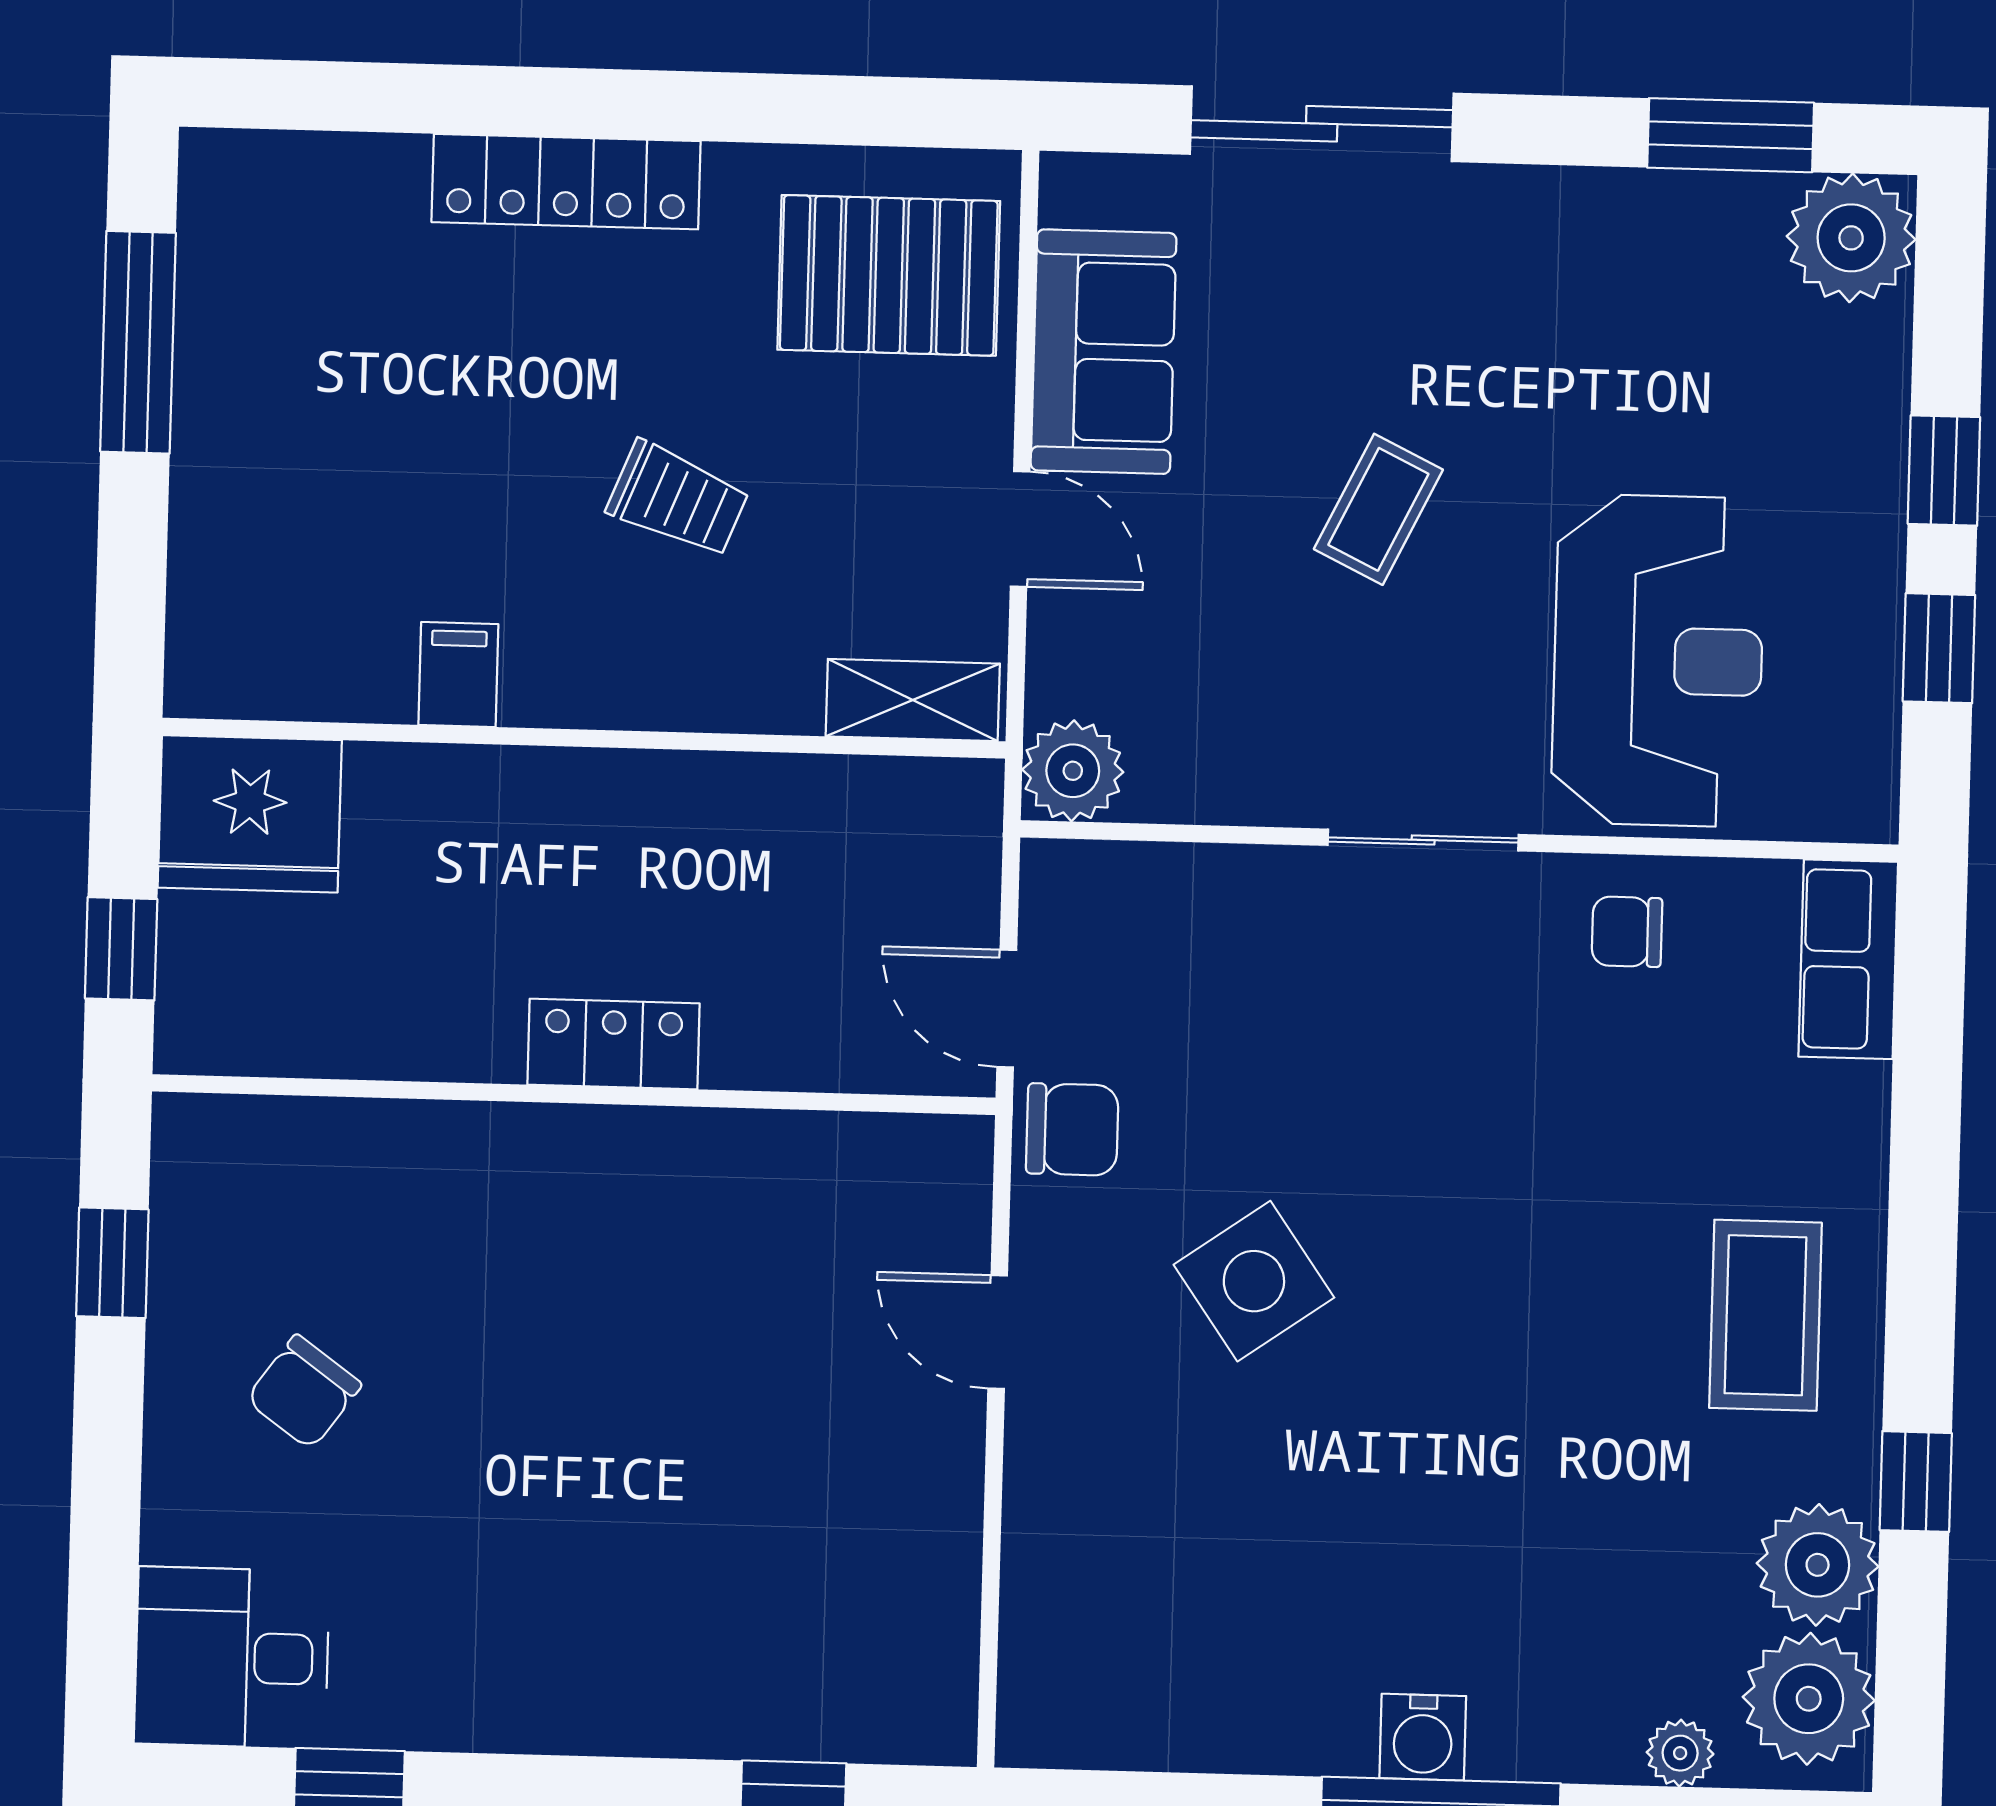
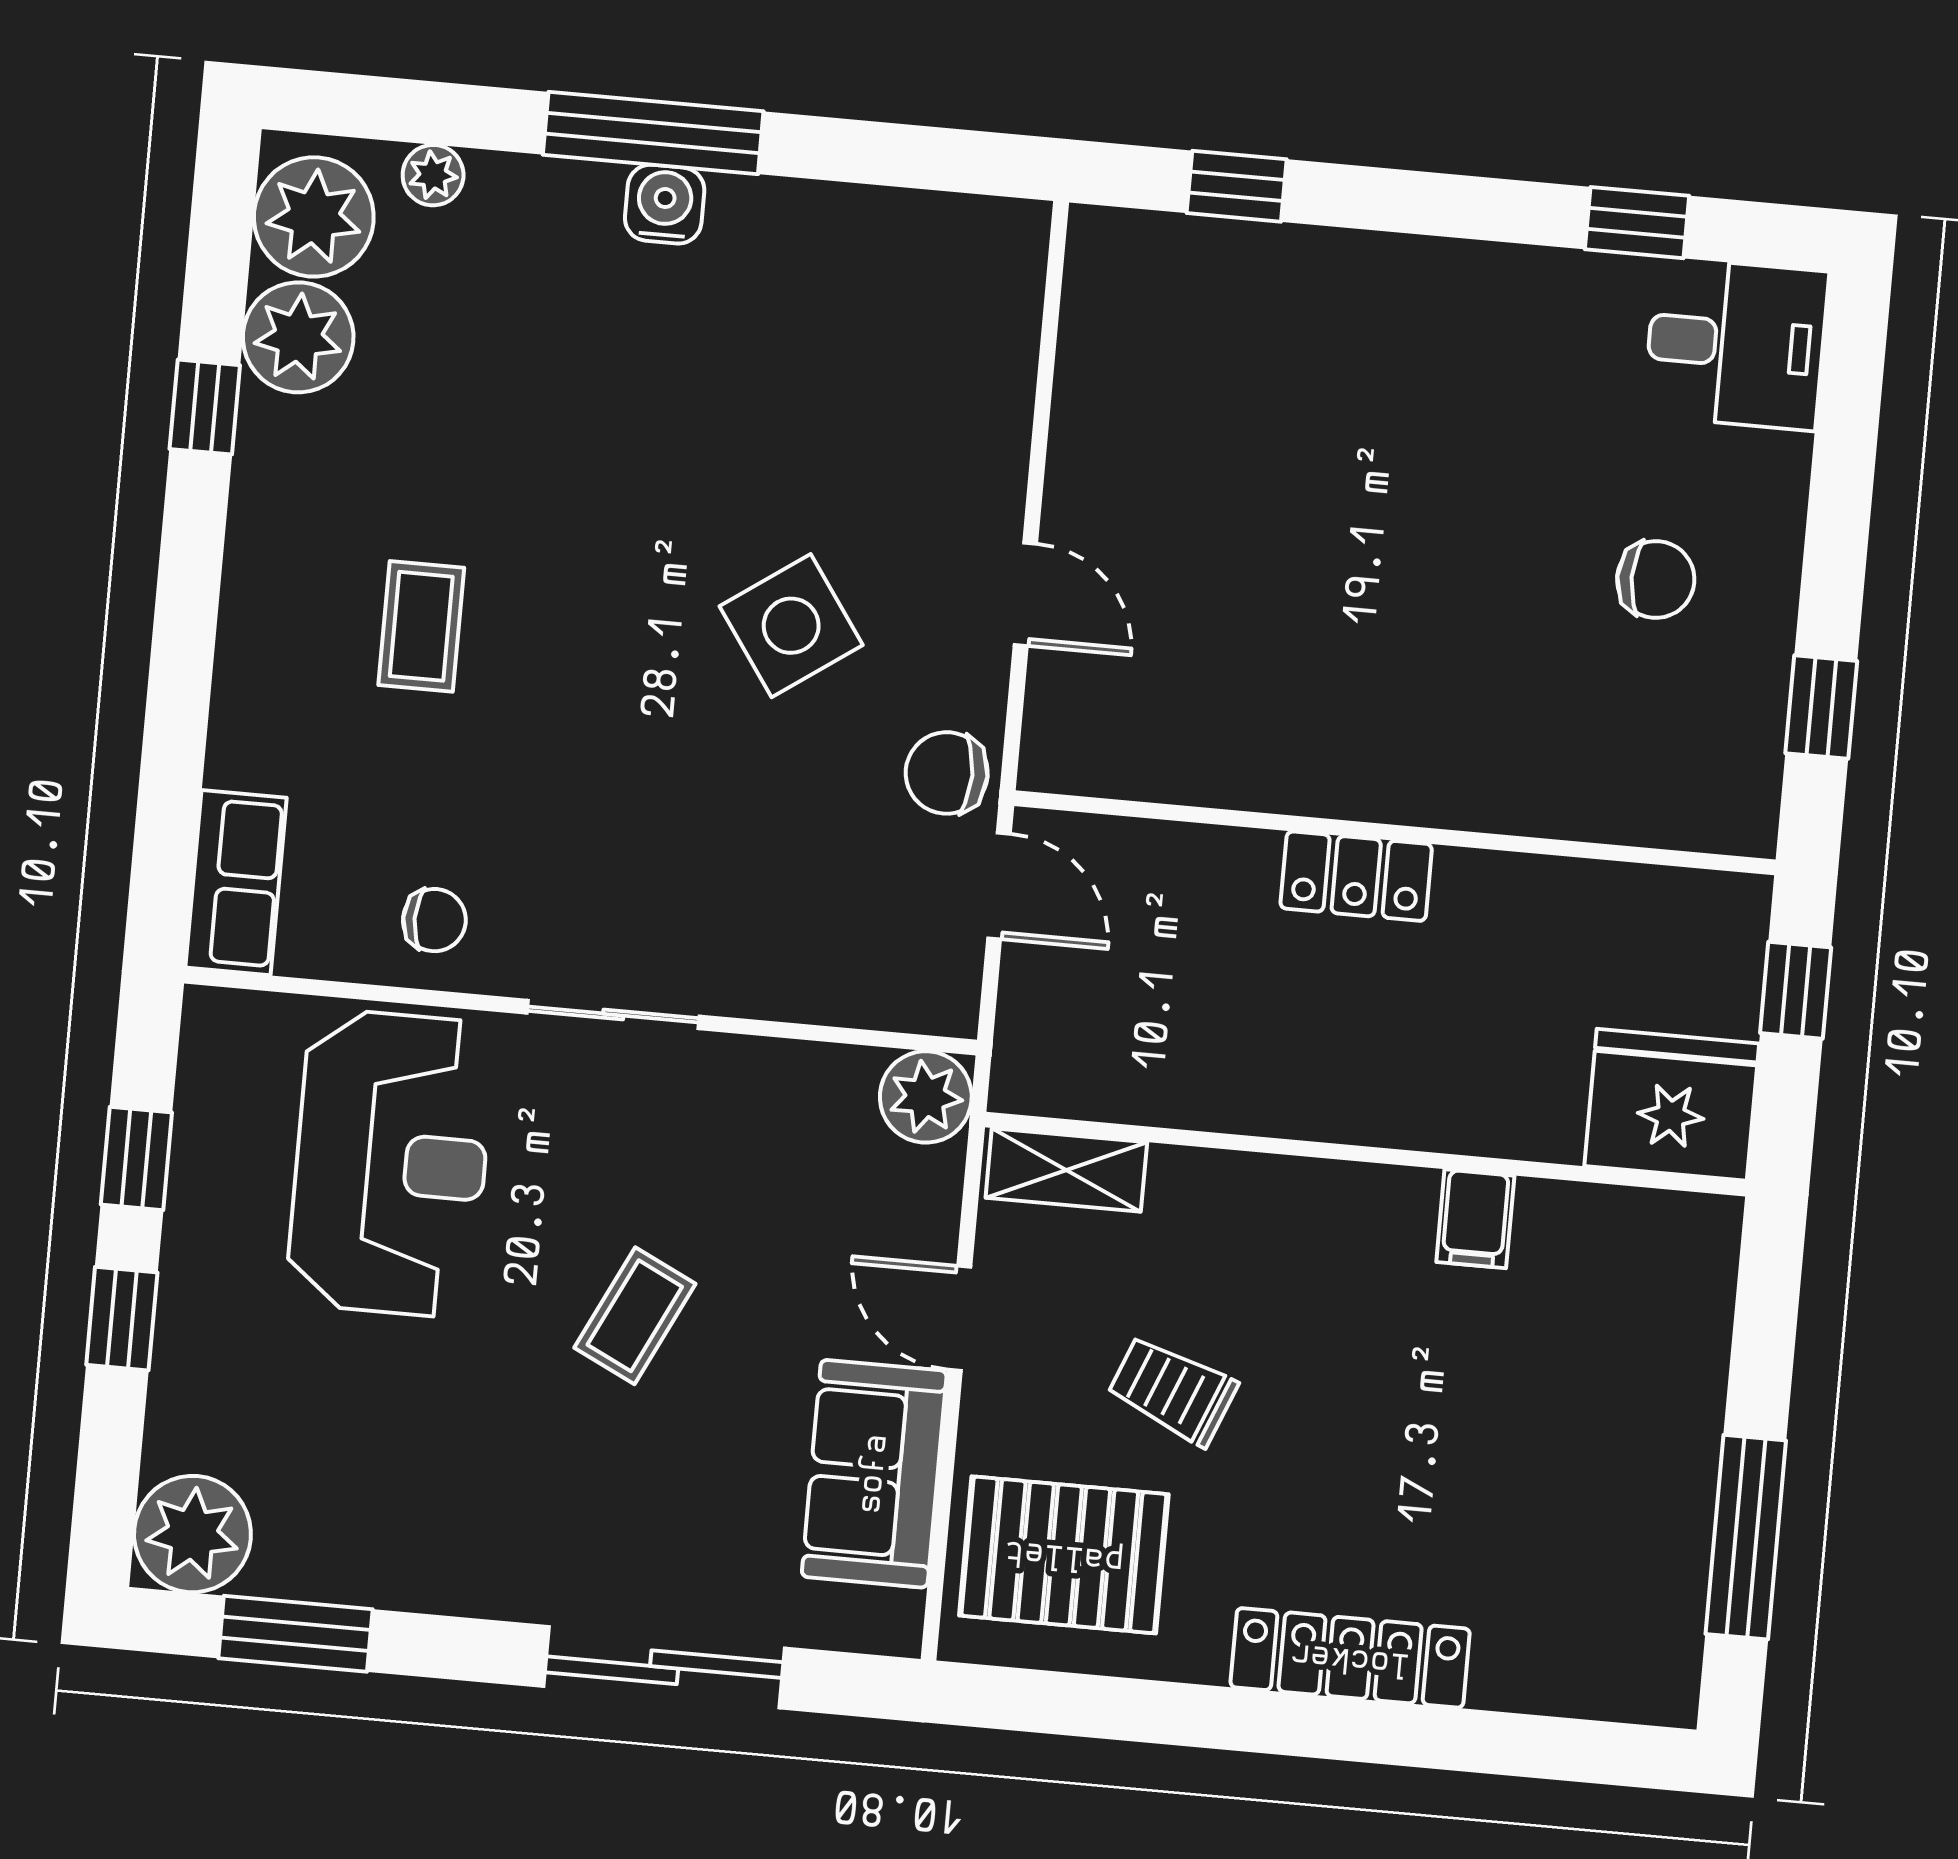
trolley: (678, 499) -> (1172, 1390), moved
reception desk: (1658, 660) -> (391, 1163), turned 180
coffee table: (1765, 1315) -> (421, 626), moved, width x0.73, depth x0.77
chair: (304, 1392) -> (1656, 579), turned 54

